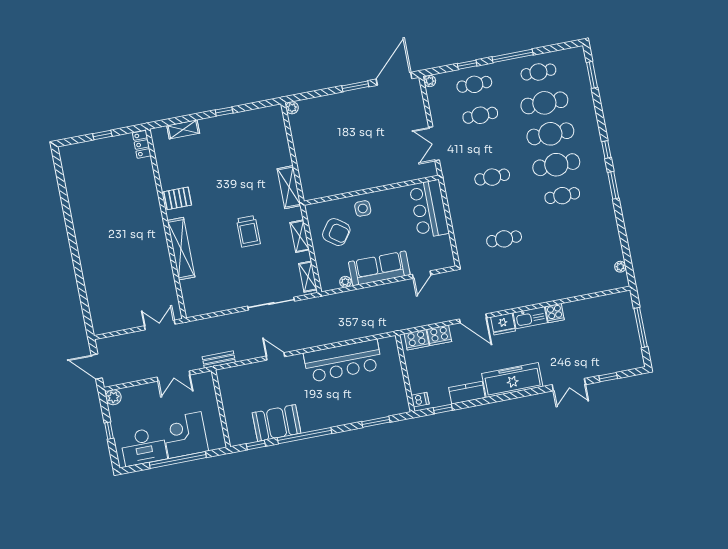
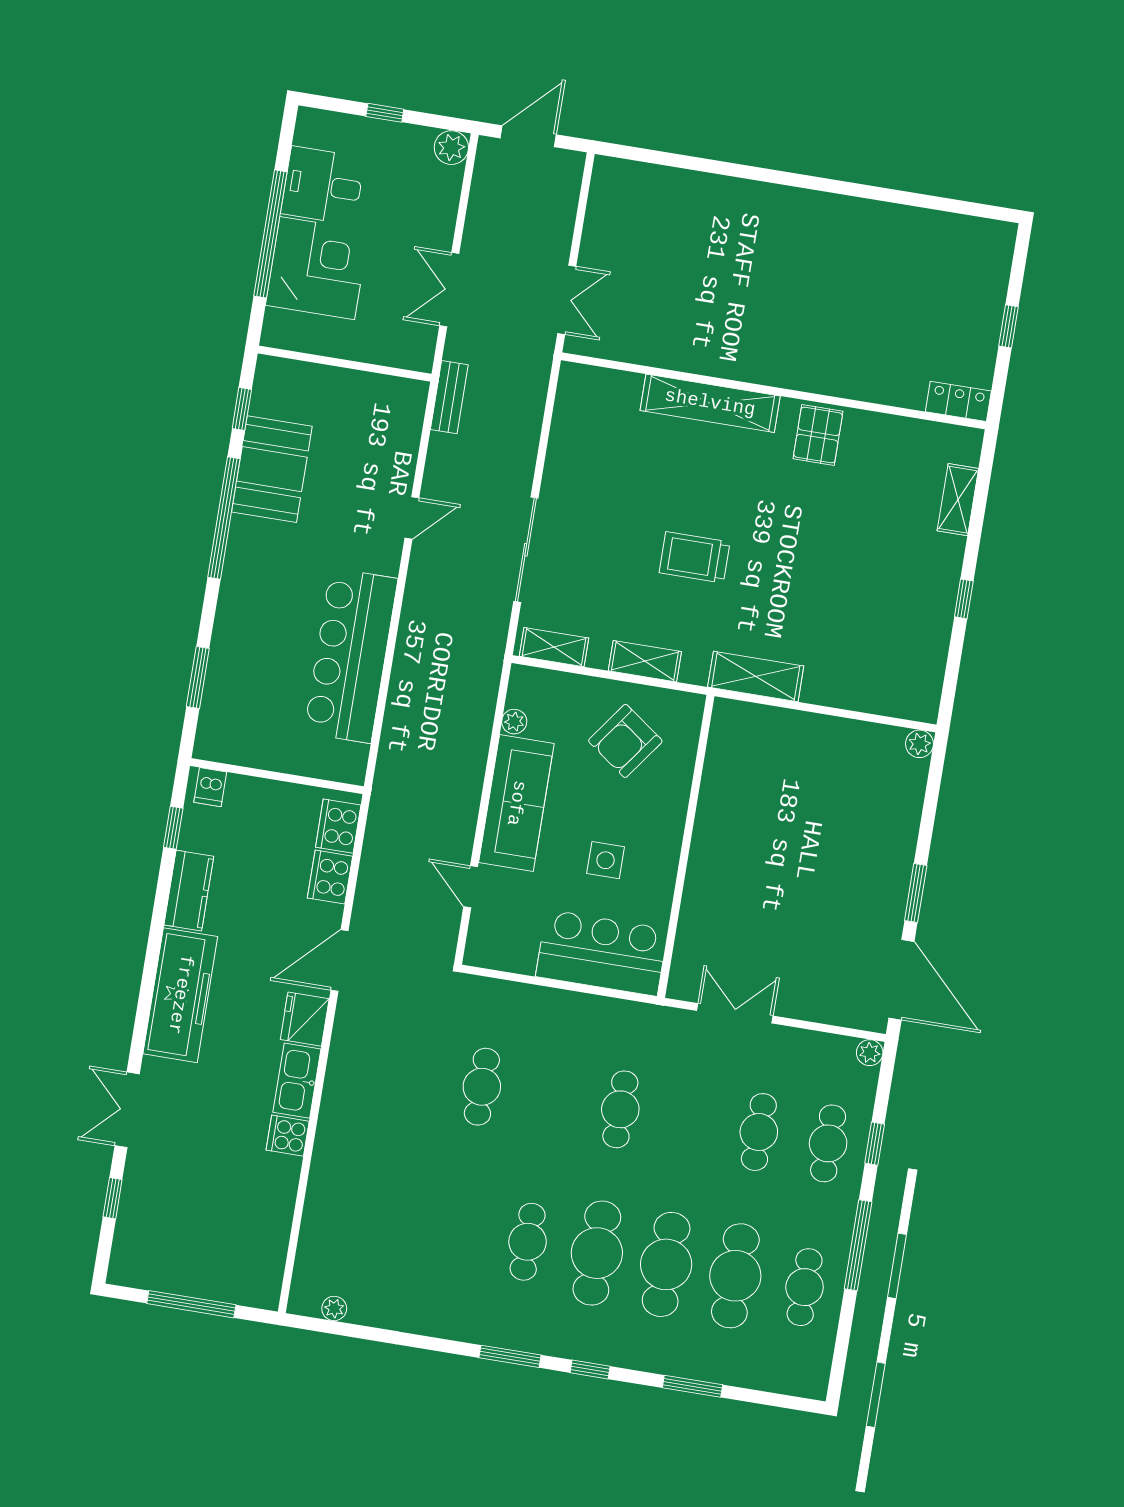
window: (592, 75) -> (693, 1386), moved
side table: (363, 208) -> (606, 860), moved
desk: (144, 446) -> (323, 186), width x0.73

